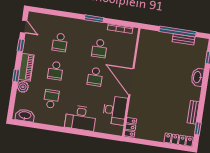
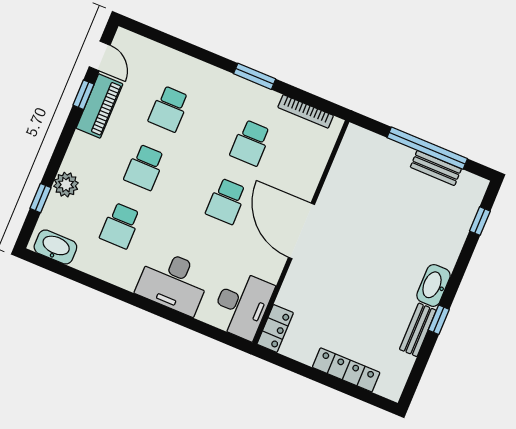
piano: (26, 67) -> (99, 106), moved
window: (16, 76) -> (41, 198), moved
washbasin: (197, 77) -> (434, 285), moved
school desk: (51, 99) -> (120, 226), turned 180
desk: (115, 110) -> (242, 305), moved
window: (198, 128) -> (439, 320), moved
locker: (179, 140) -> (346, 370), moved

